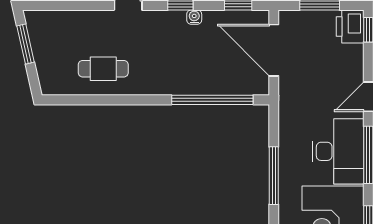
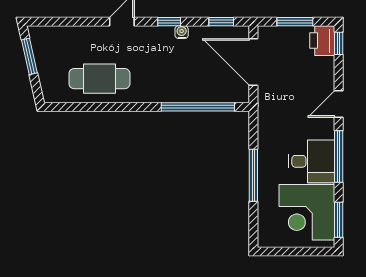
cafe table: (103, 69) -> (99, 79), width x1.37, depth x1.35
desk: (338, 151) -> (311, 161), width x0.73

